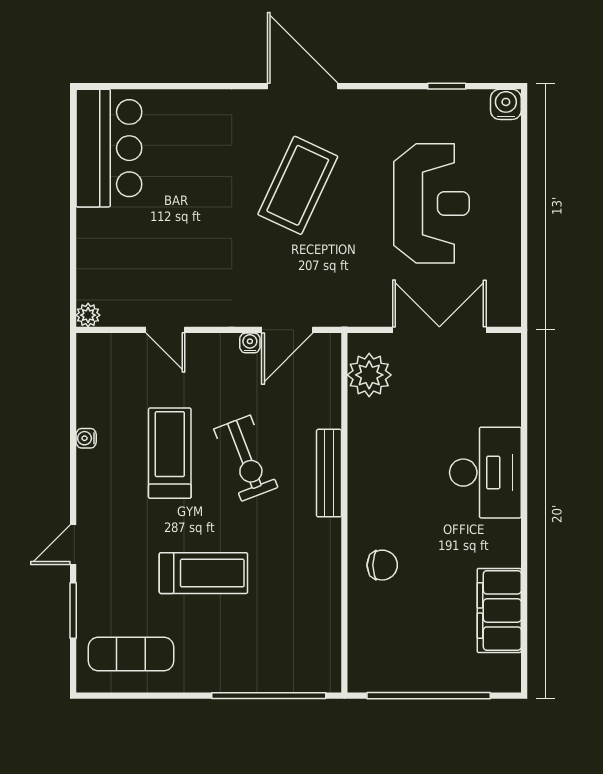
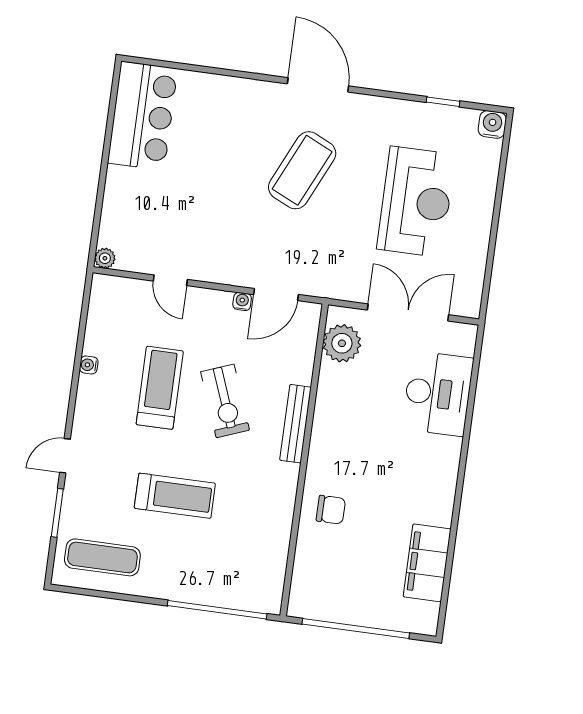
desk: (485, 473) -> (438, 393), moved

